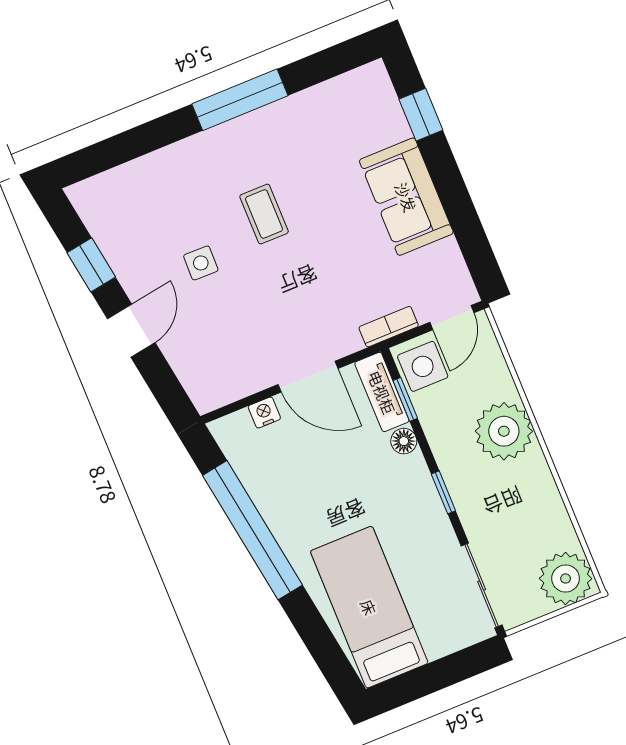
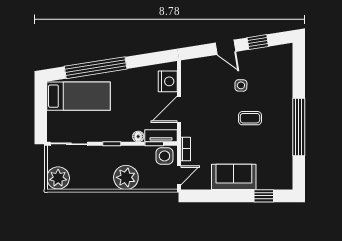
window: (240, 100) -> (299, 127), width x1.46
door: (452, 318) -> (179, 175), swing flipped
nightstand: (264, 413) -> (168, 81), width x1.89, depth x1.79
window: (252, 530) -> (96, 68), moved

